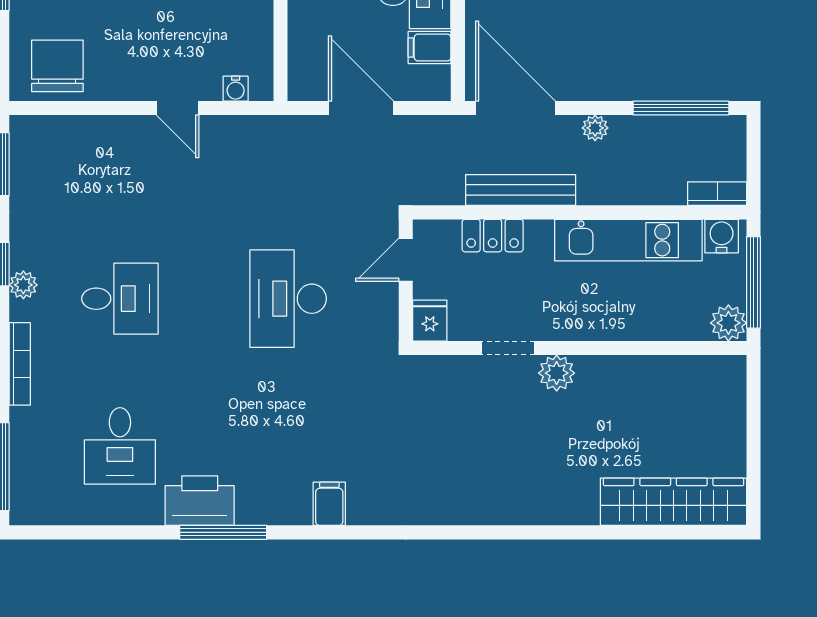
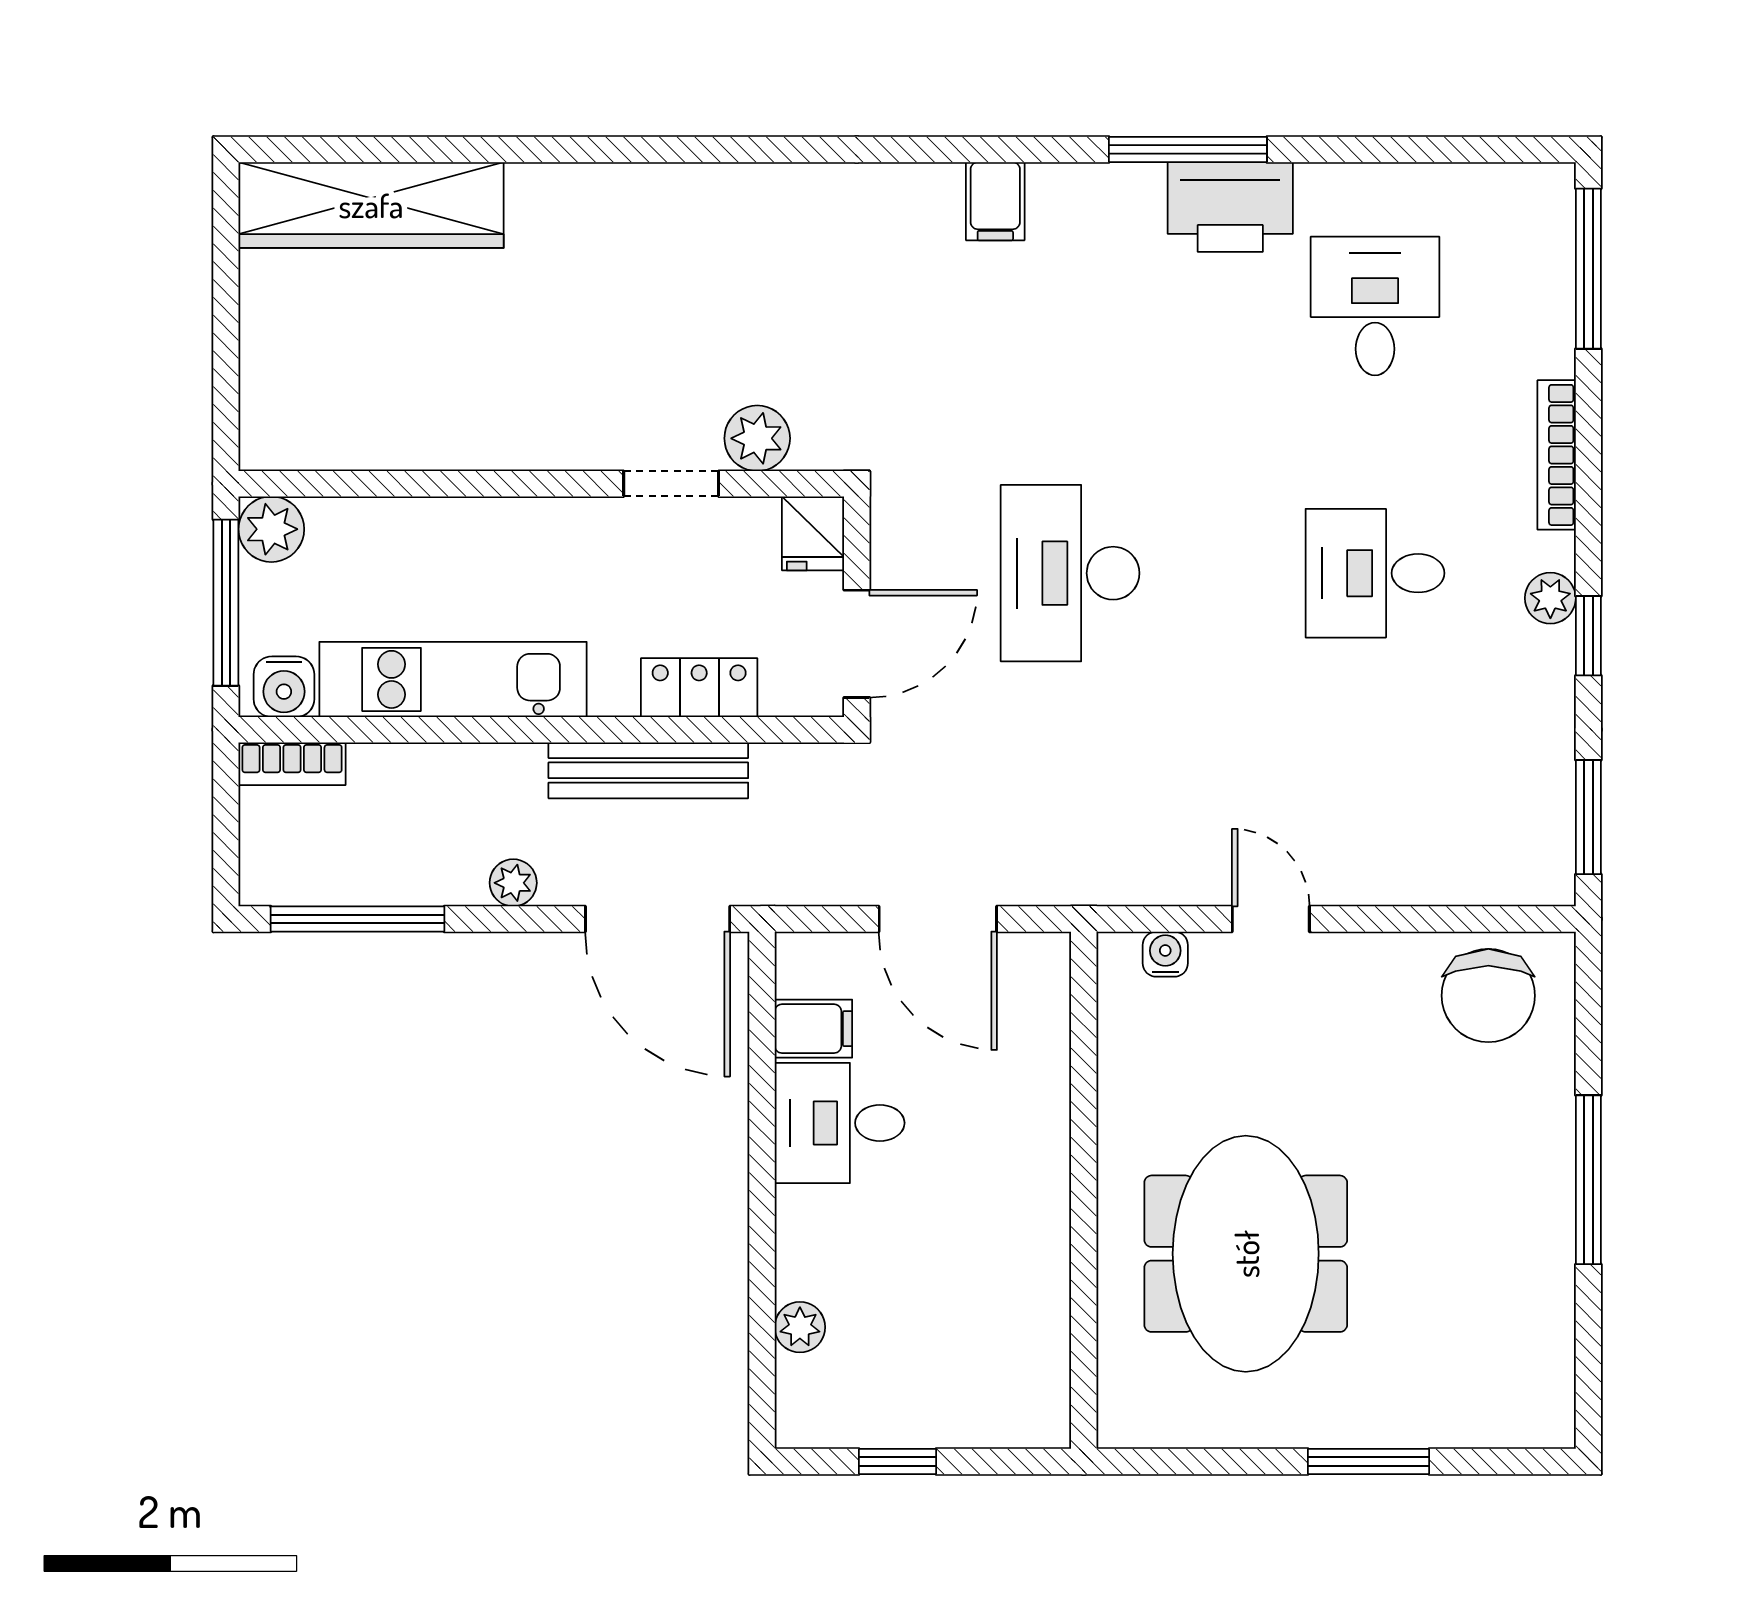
door: (406, 260) -> (857, 644), width x1.38
desk: (288, 299) -> (1070, 573), turned 180
plant: (557, 373) -> (757, 438), moved

